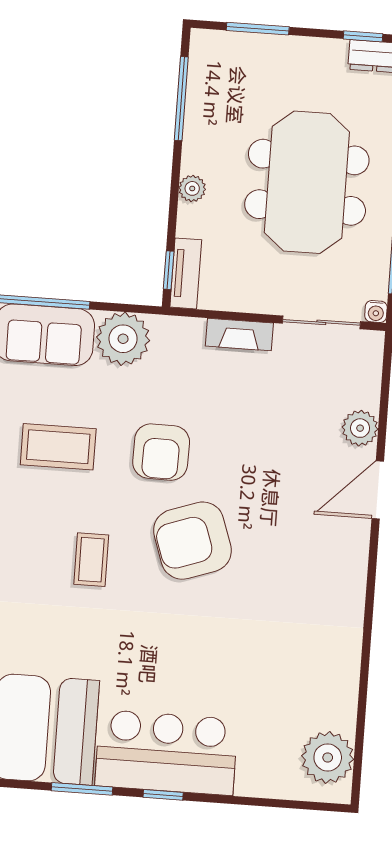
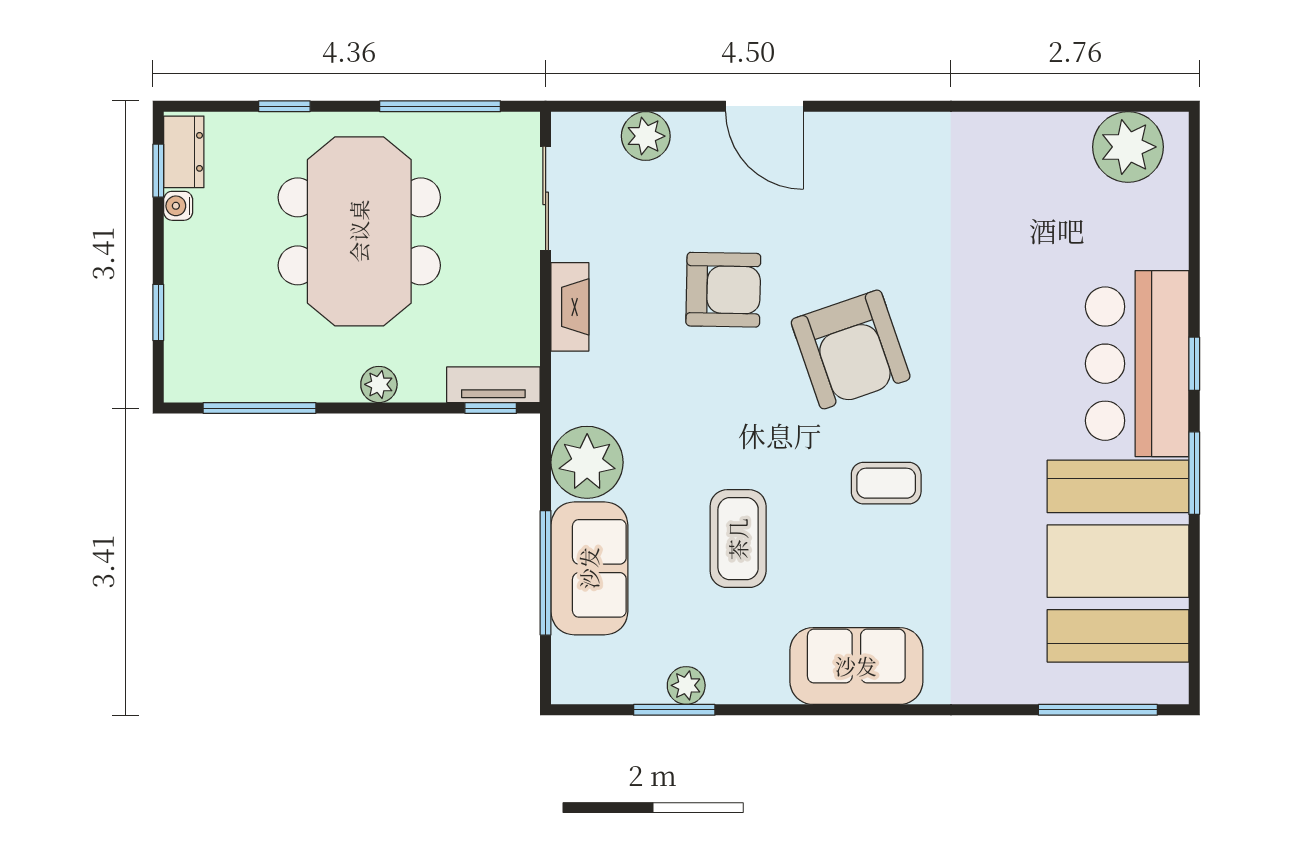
window: (258, 29) -> (158, 312), width x0.67
meeting table: (307, 182) -> (359, 231), turned 90
water cooler: (376, 312) -> (178, 206), moved, turned 180
plant: (360, 428) -> (646, 136), moved
armchair: (161, 452) -> (723, 290), moved

